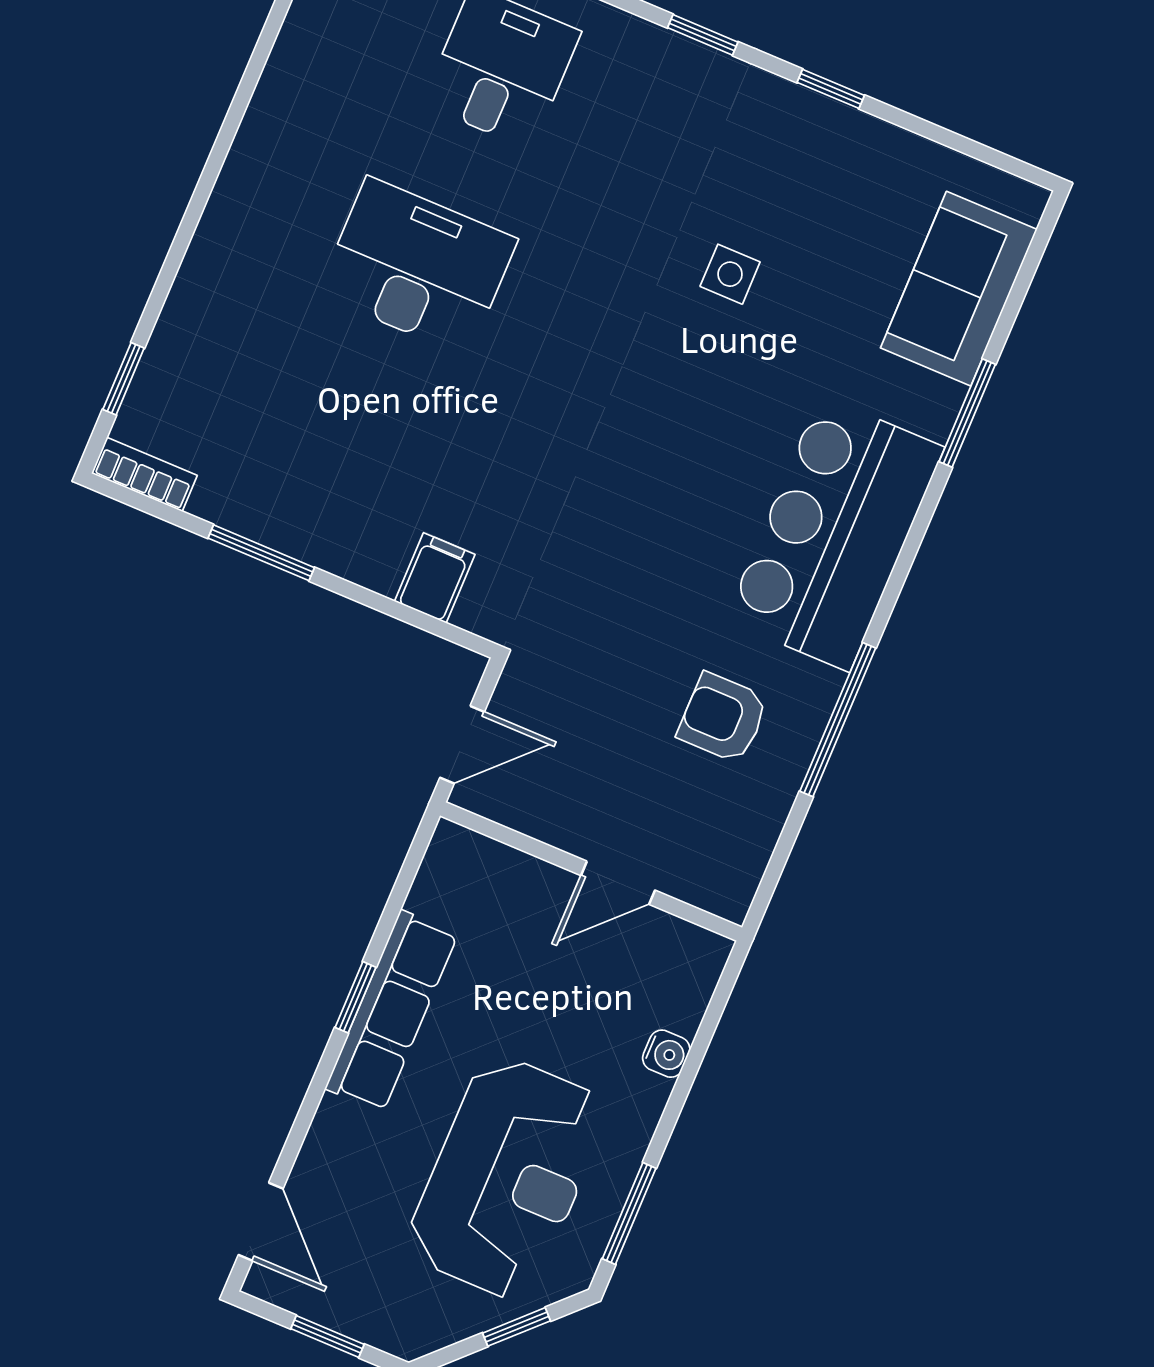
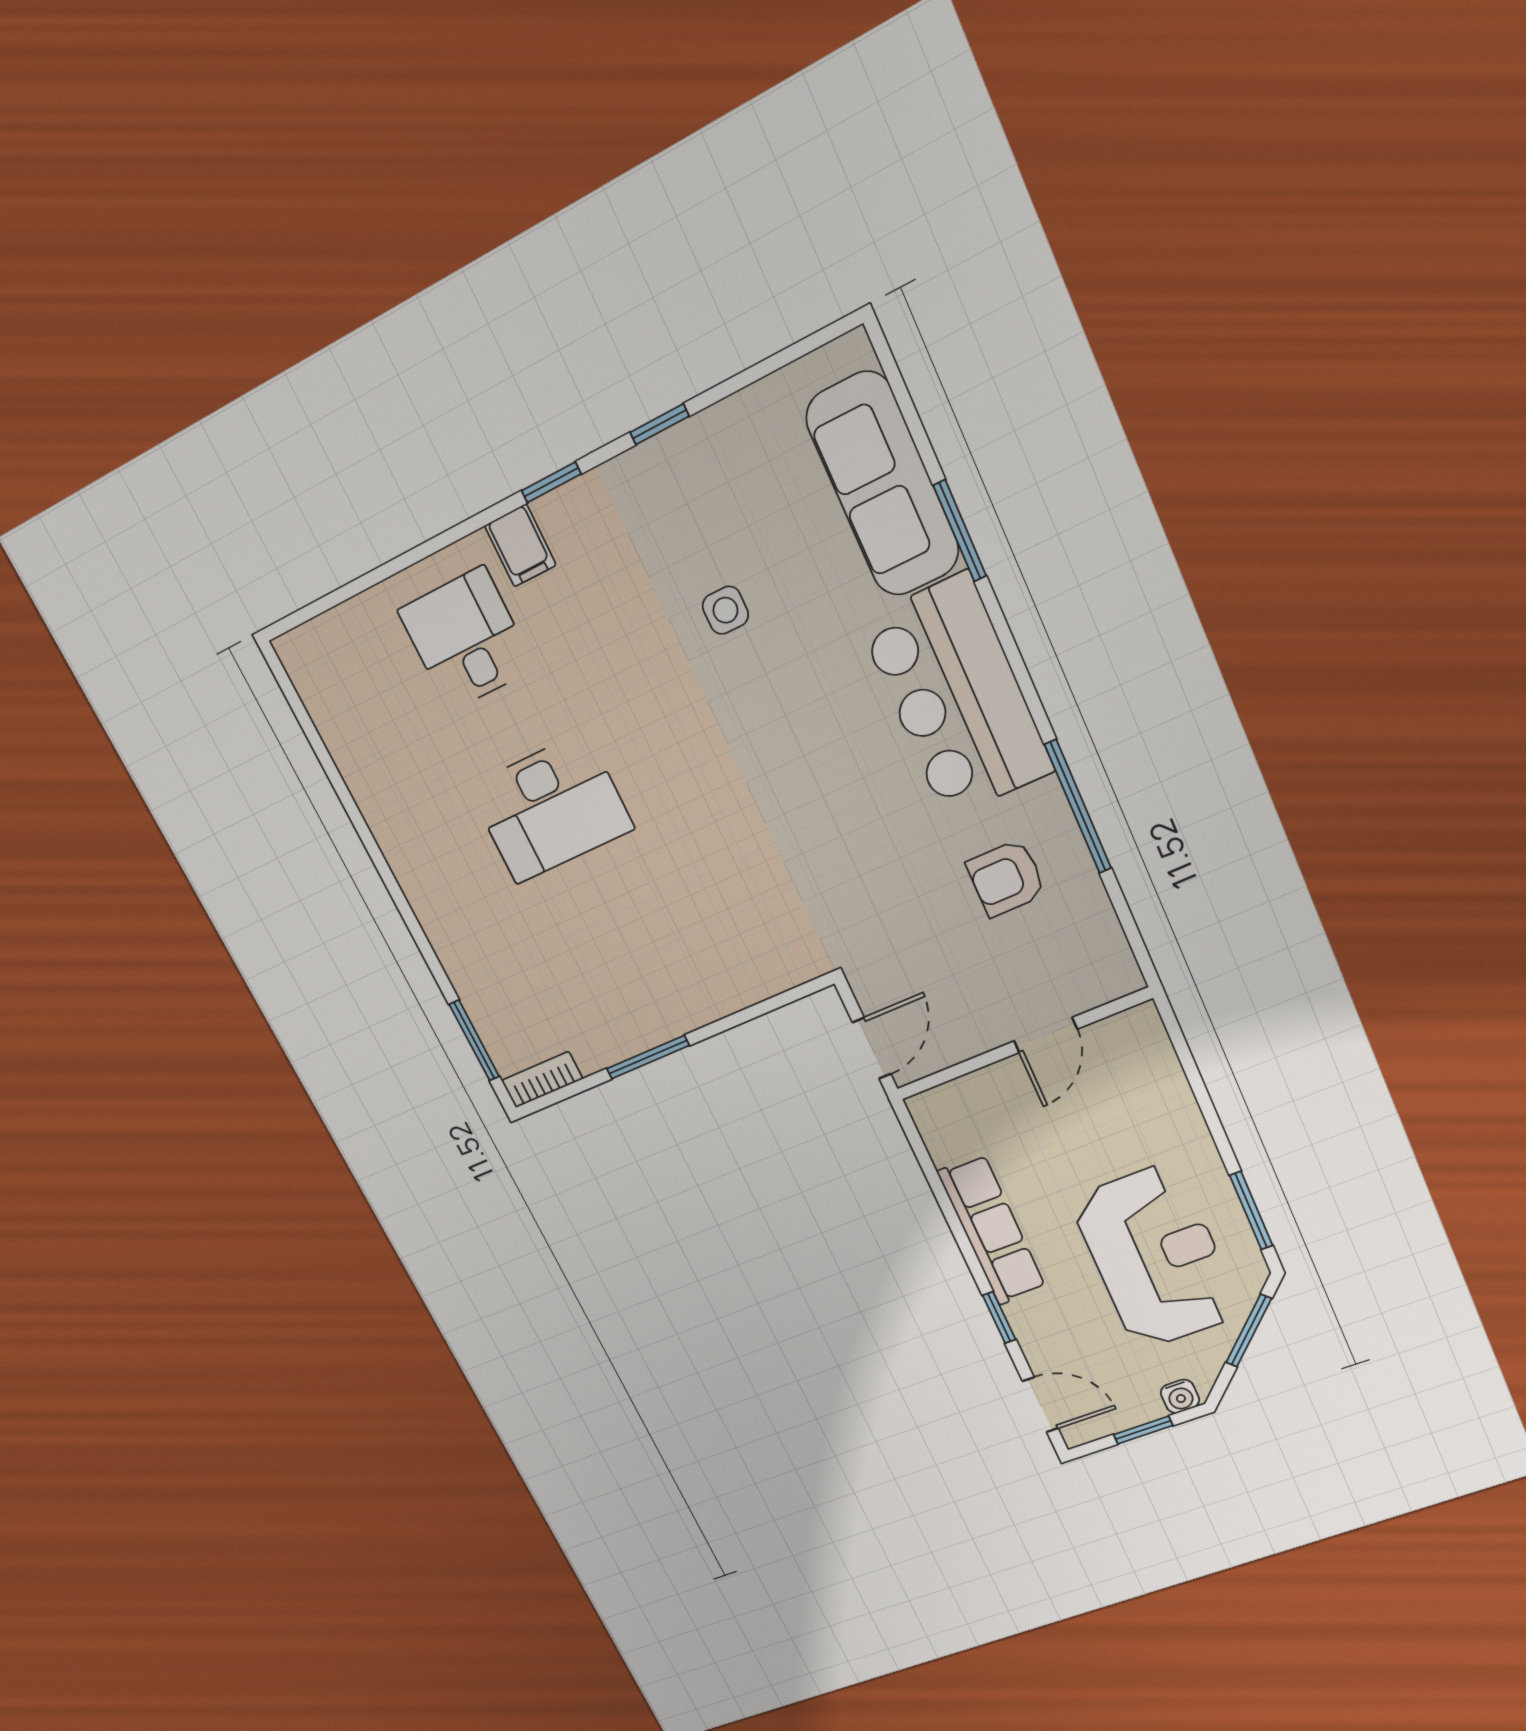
desk: (418, 267) -> (551, 808), turned 180
sofa: (959, 289) -> (883, 485), width x1.36
window: (124, 379) -> (474, 1040), width x1.50
filing cabinet: (435, 578) -> (520, 545), moved, turned 180
window: (355, 997) -> (999, 1317), moved
water cooler: (666, 1054) -> (1180, 1396), moved, turned 90
window: (517, 1327) -> (1249, 1331), width x1.50

